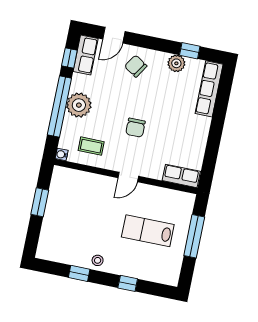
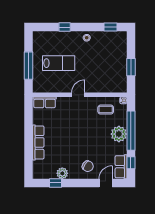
row of seats: (209, 89) -> (38, 142), moved
chair: (135, 128) -> (80, 127), removed
window: (79, 273) -> (111, 27), moved

